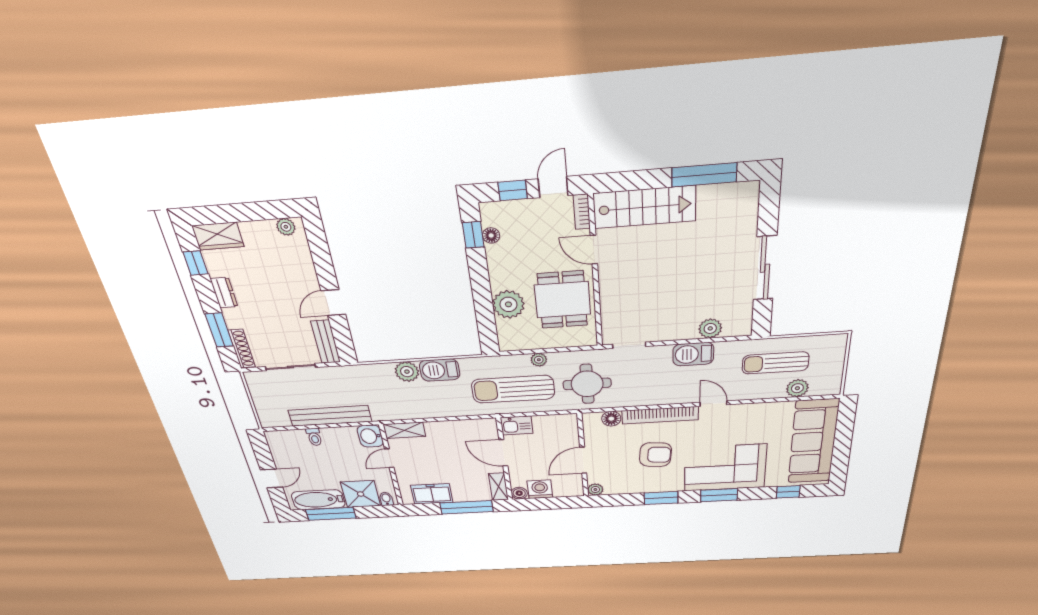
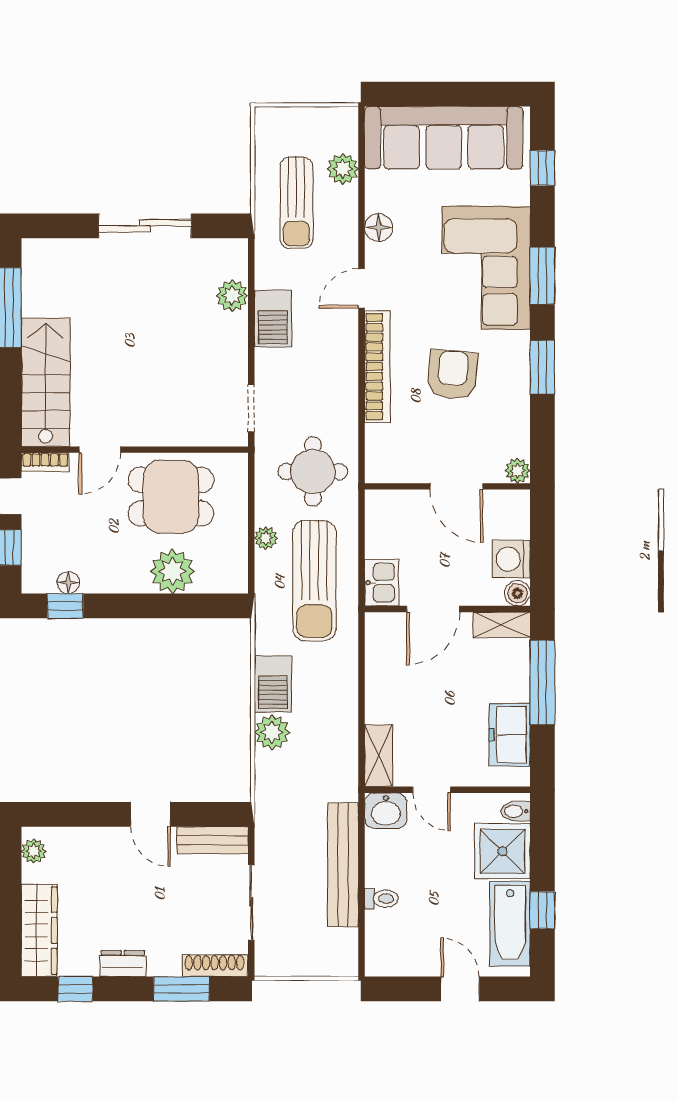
wardrobe: (218, 236) -> (39, 930), width x1.50
floor lamp: (611, 419) -> (379, 227), moved
window: (331, 514) -> (542, 910), width x0.46

